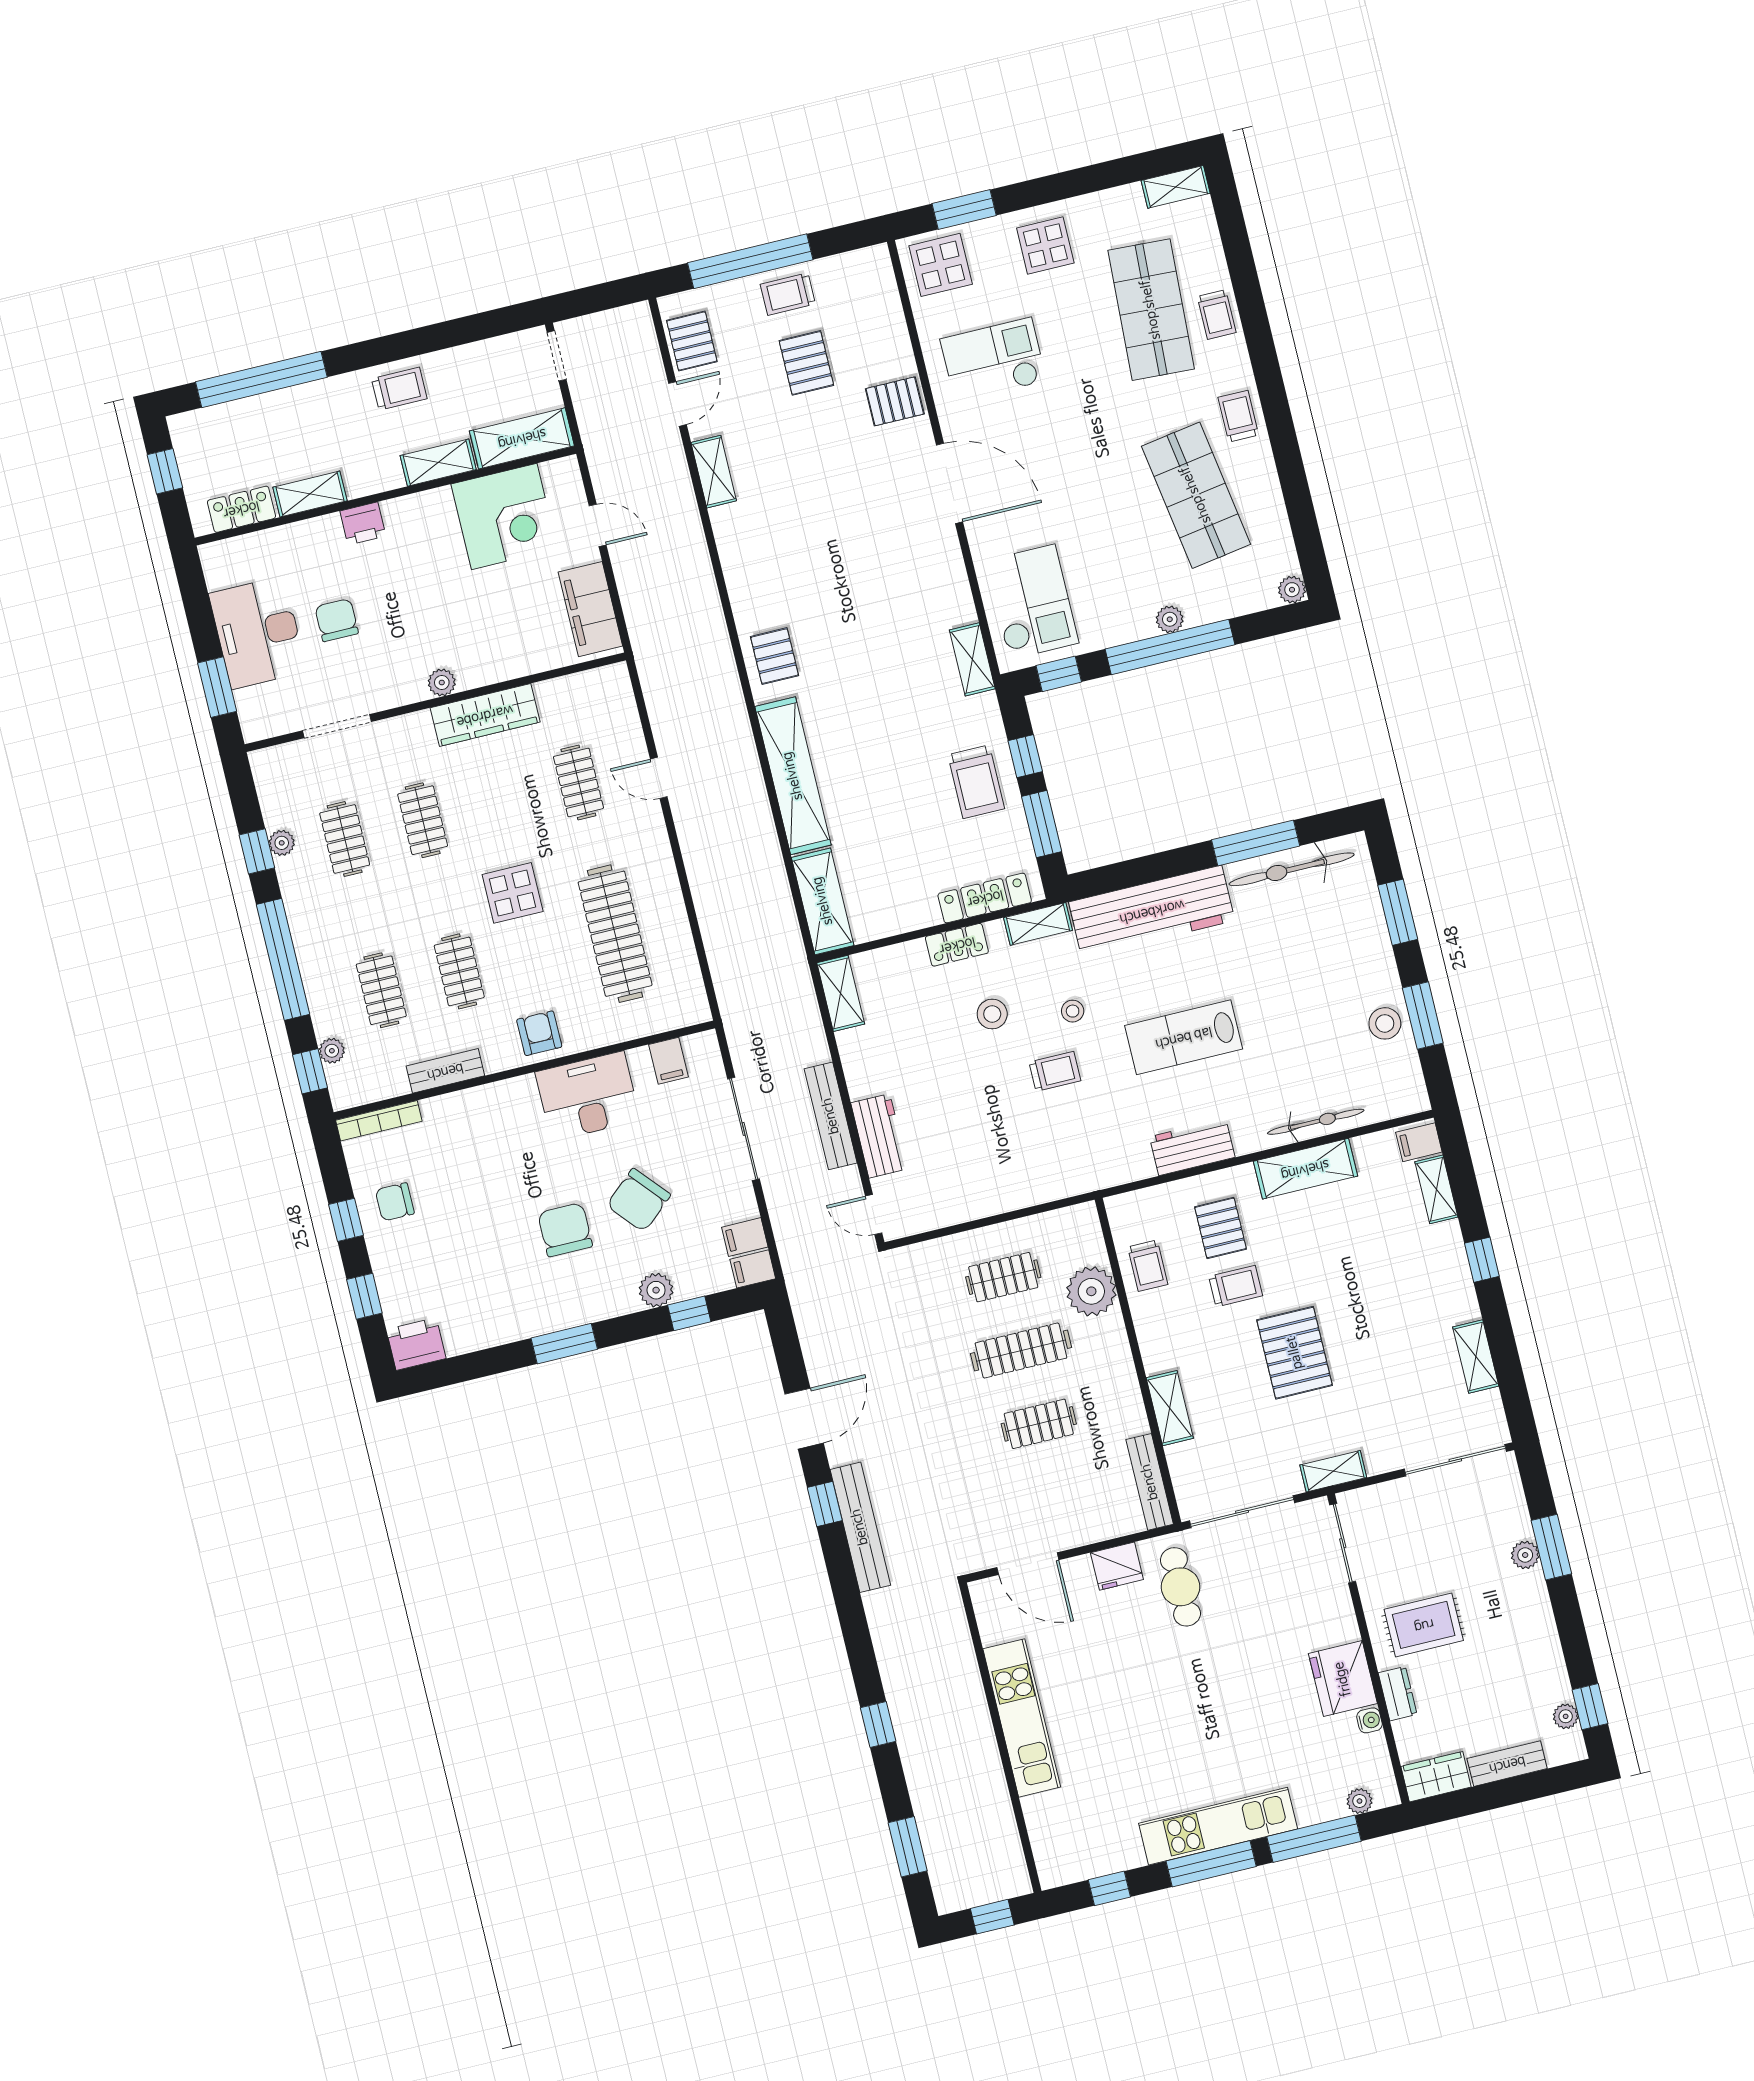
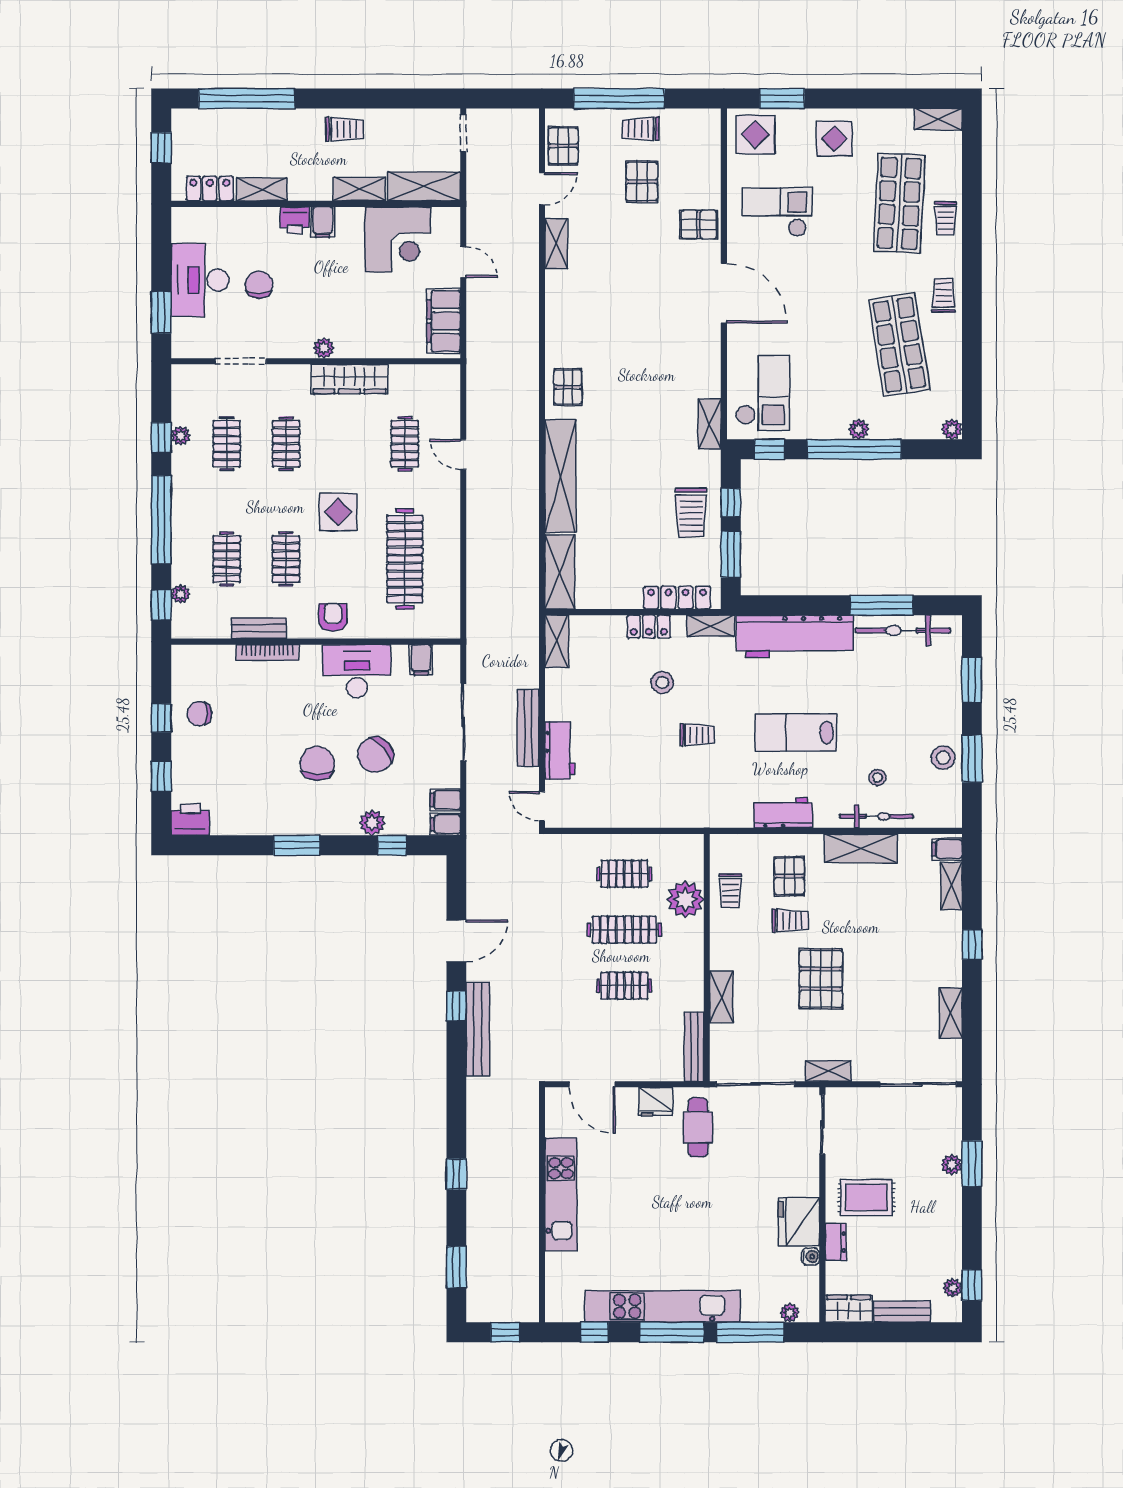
filing cabinet: (400, 518) -> (323, 222), added
stool: (1073, 1011) -> (878, 778), moved
bookcase: (379, 1121) -> (267, 652), moved
kitchen unit: (1218, 1826) -> (663, 1306), width x1.36

